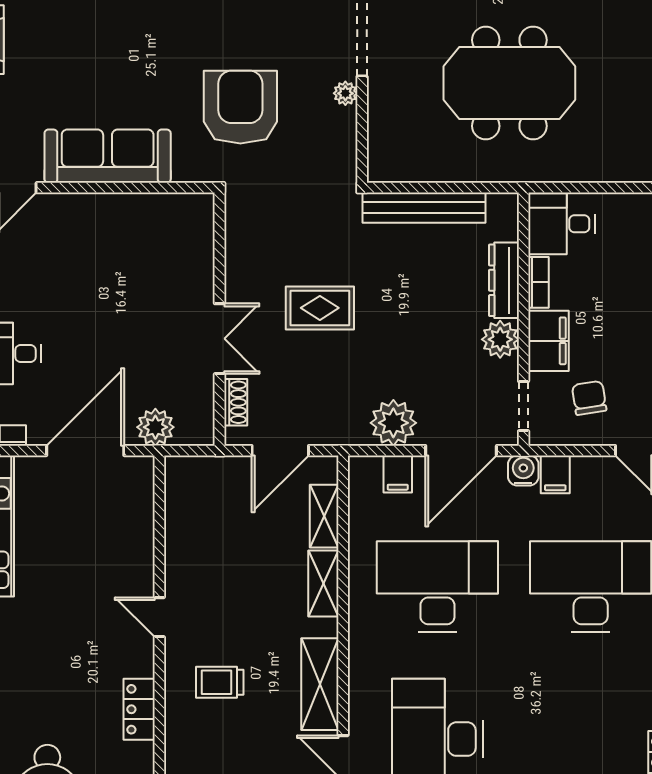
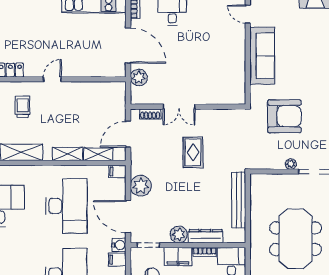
door: (280, 451) -> (128, 134), hinge flipped
filing cabinet: (398, 474) -> (117, 171), moved

